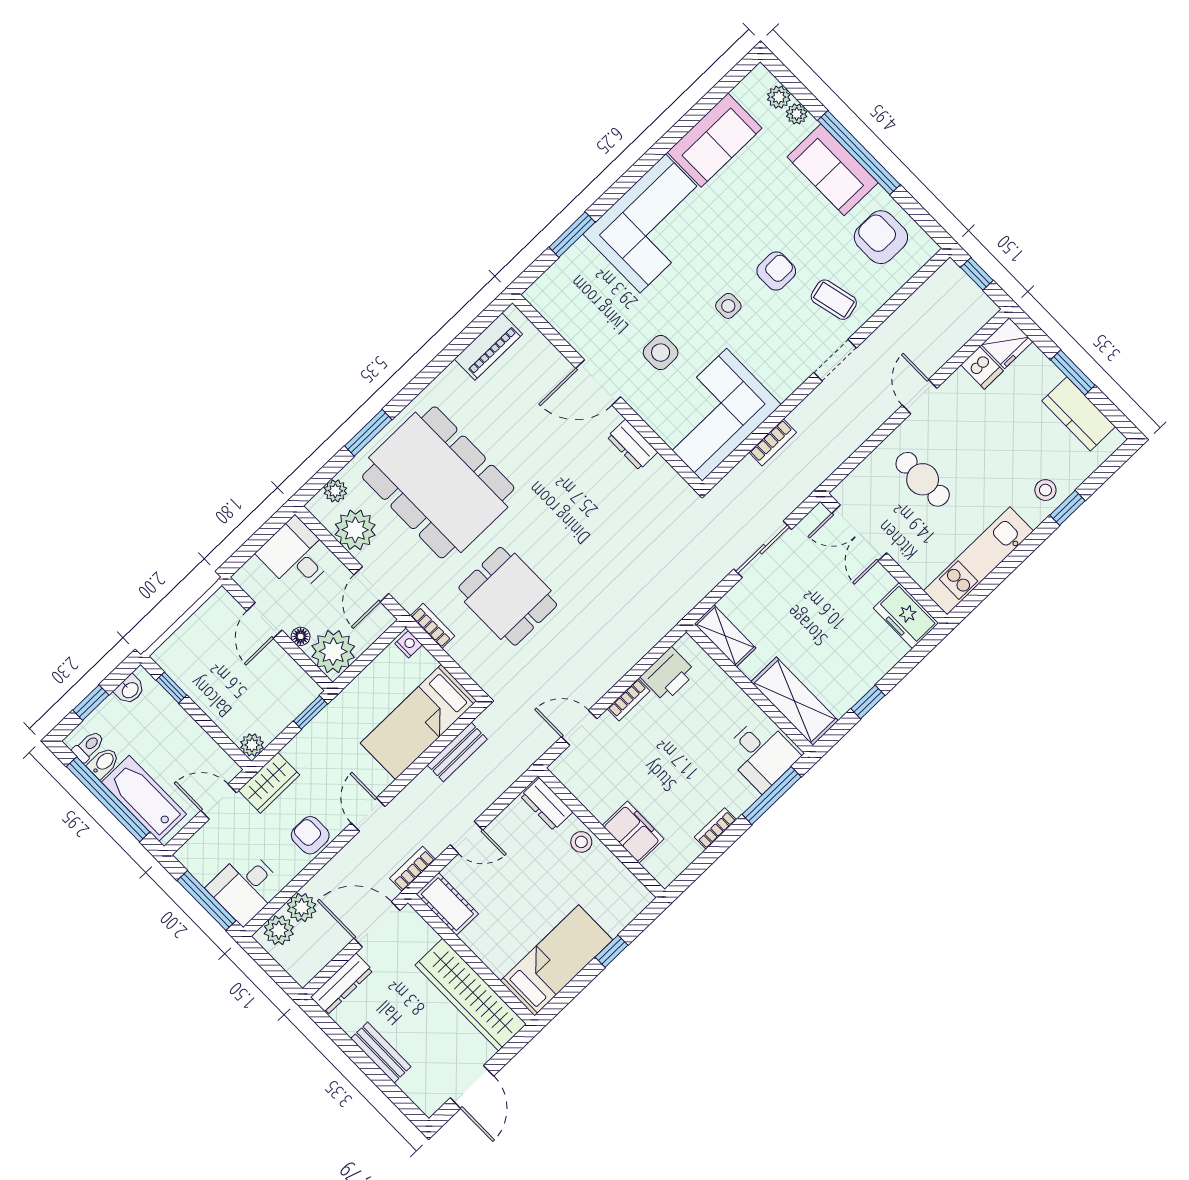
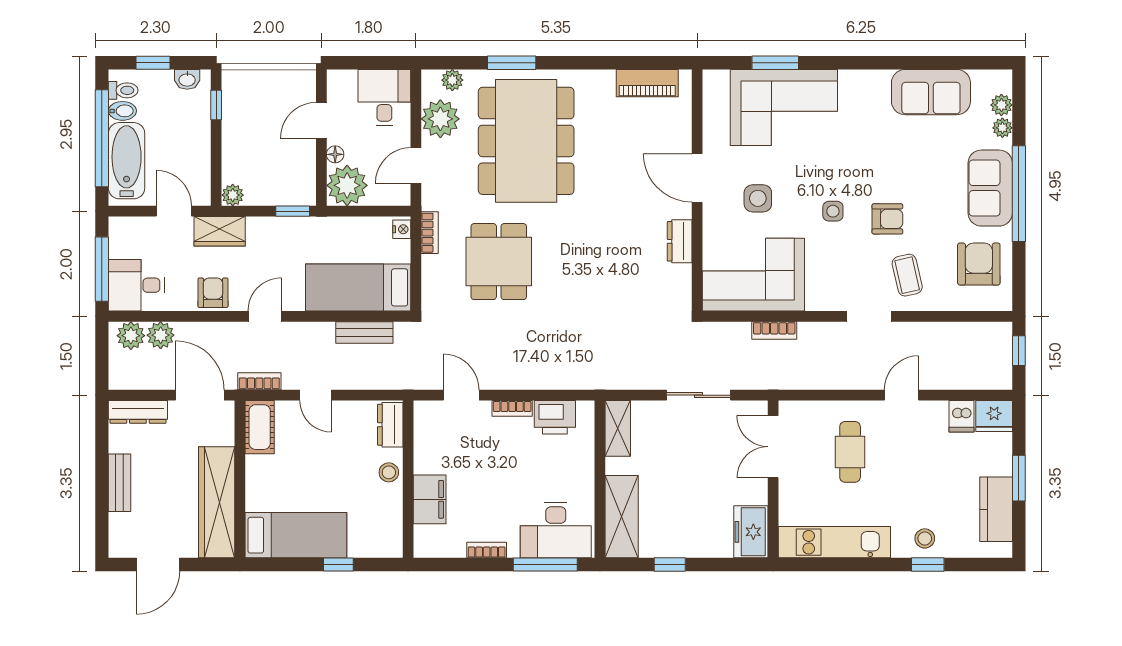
corner sofa: (653, 223) -> (784, 107), moved
desk: (761, 754) -> (556, 530), width x1.37

